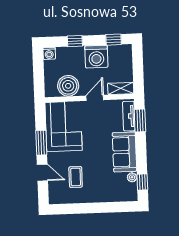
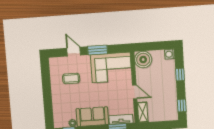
washing machine: (96, 57) -> (168, 92), removed
boiler: (68, 86) -> (143, 60), moved
door: (42, 173) -> (74, 52), swing flipped

